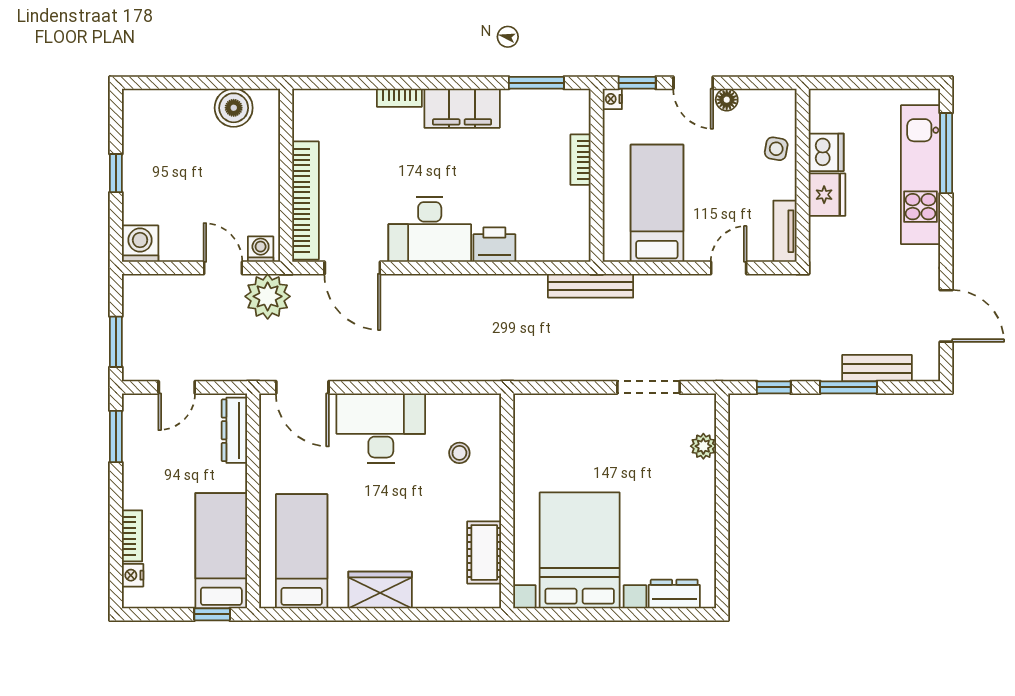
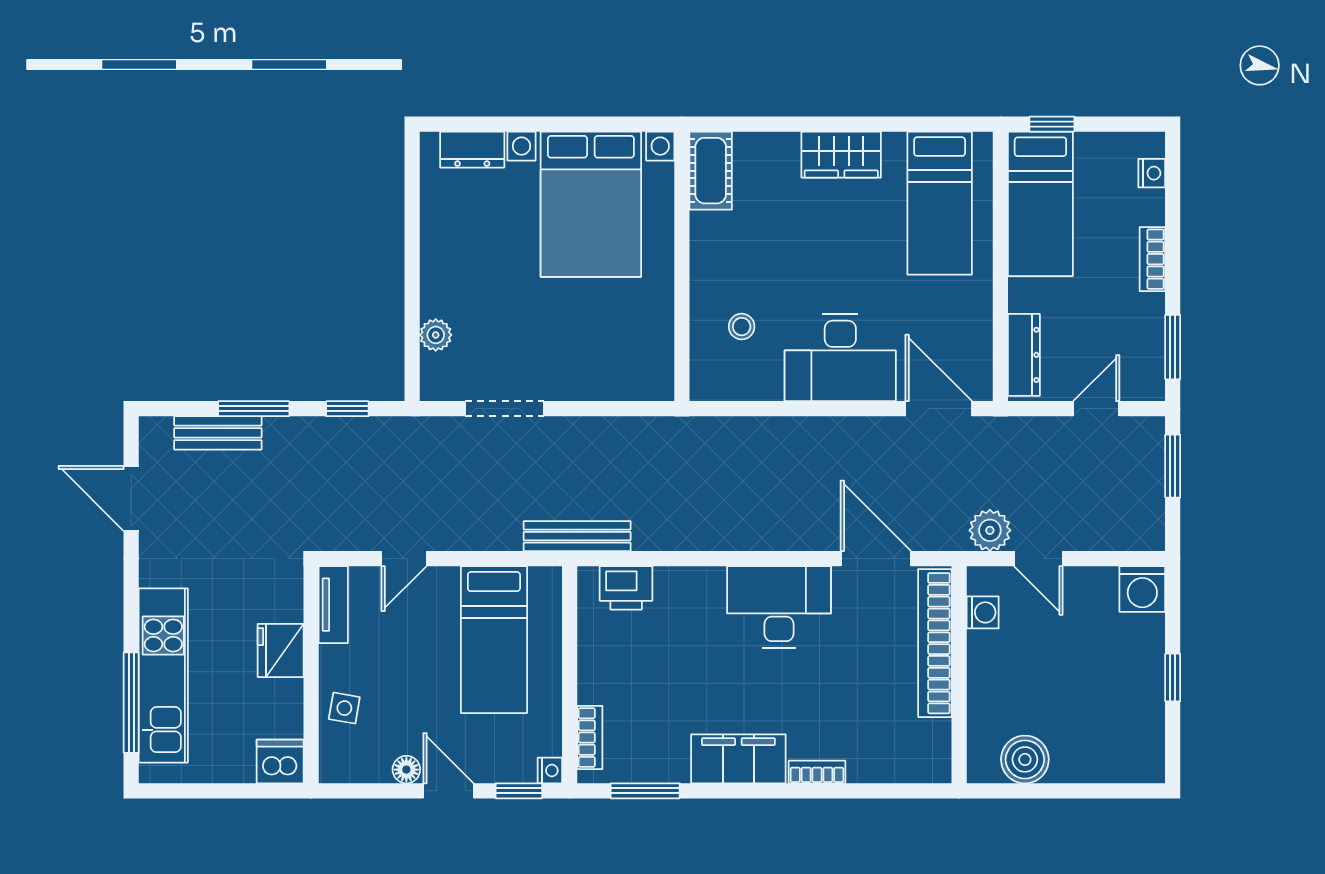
dishwasher: (826, 152) -> (280, 761), moved, turned 90
bookcase: (581, 160) -> (590, 738), moved
printer: (494, 245) -> (626, 588), moved
washing machine: (261, 249) -> (983, 612), moved, turned -90
plant: (268, 296) -> (990, 530), width x0.73, depth x0.73
bookcase: (132, 536) -> (1152, 259), moved
cot: (484, 552) -> (711, 171), moved

